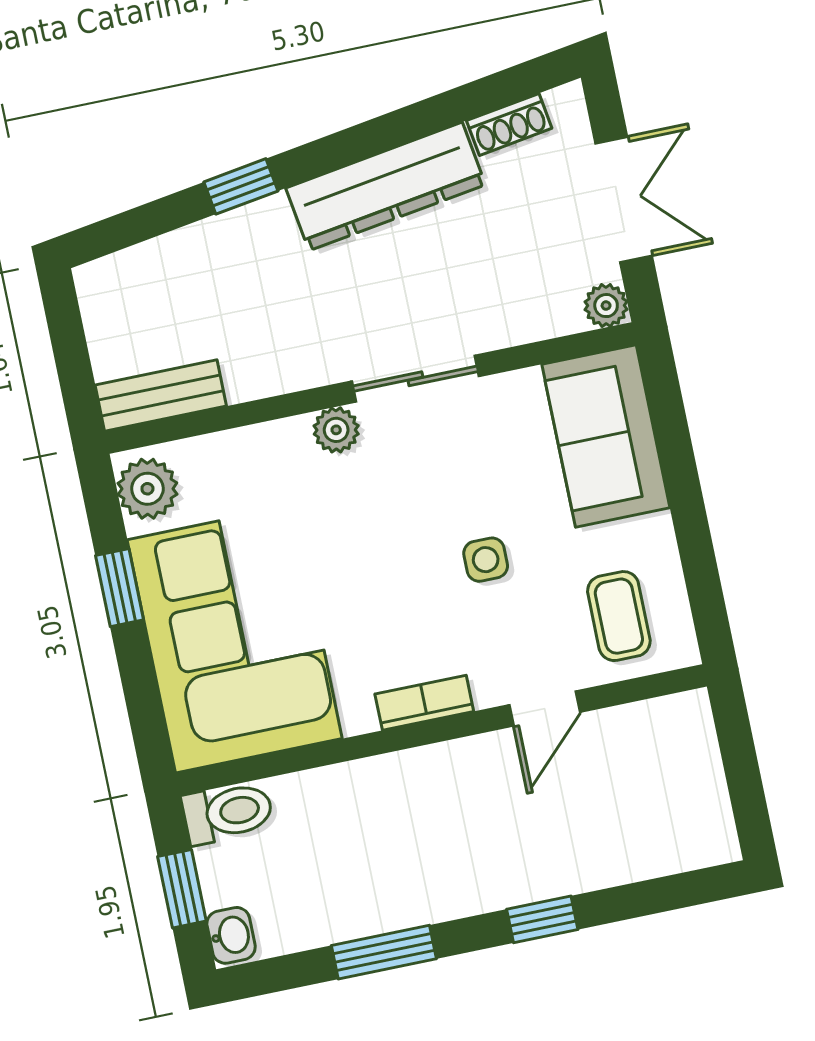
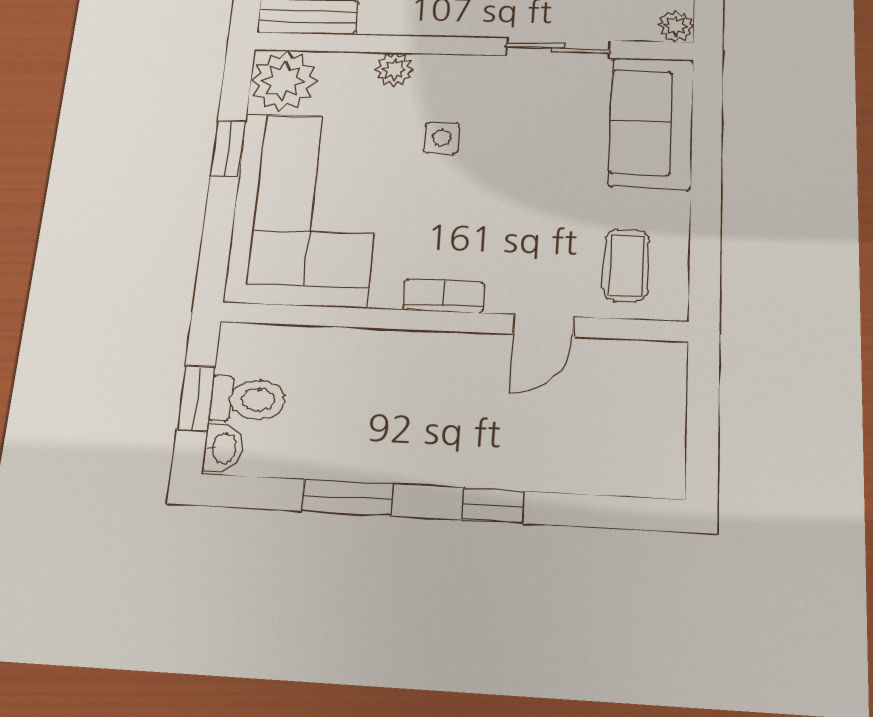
sliding door: (415, 379) -> (558, 48), moved
plant: (336, 430) -> (394, 69), moved
plant: (147, 489) -> (284, 81), width x1.36, depth x1.36
side table: (486, 560) -> (442, 138), moved
toilet: (228, 813) -> (248, 399), moved

